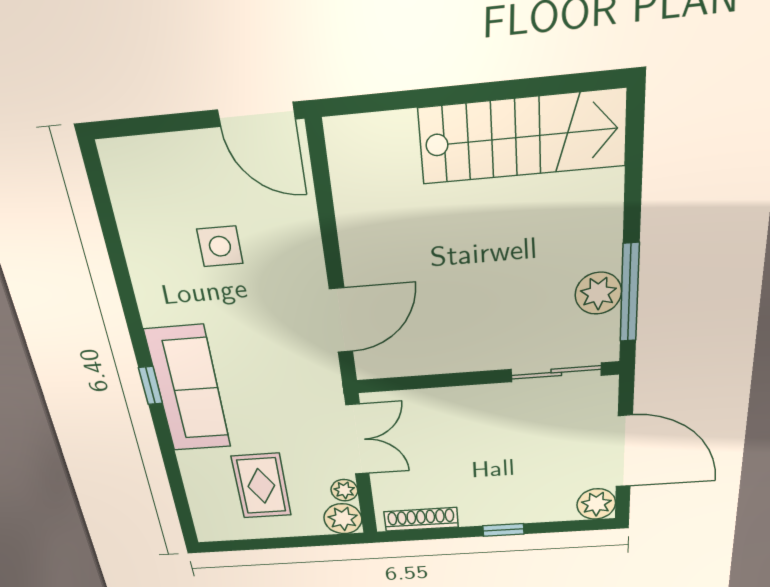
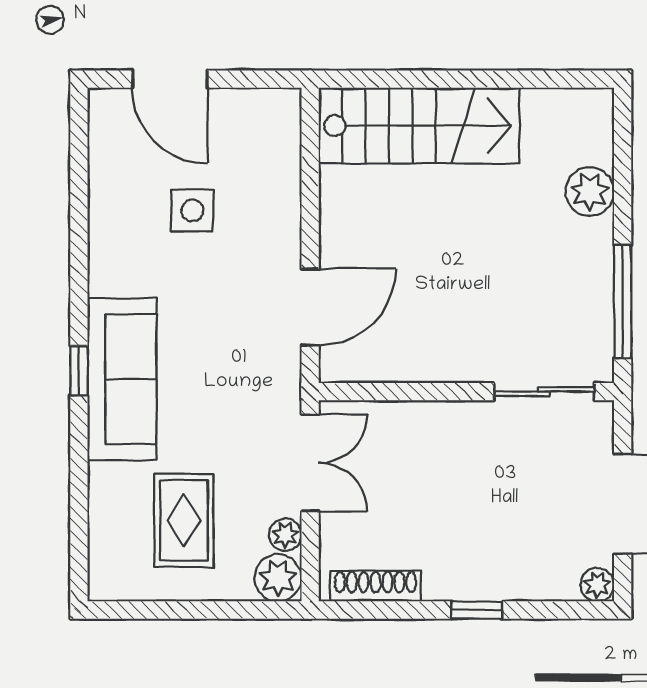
door: (256, 114) -> (170, 79), moved
stairs: (522, 137) -> (419, 126), moved
plant: (598, 293) -> (590, 191), moved
plant: (596, 504) -> (597, 585), width x0.73, depth x0.73

